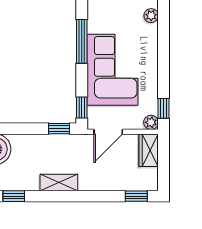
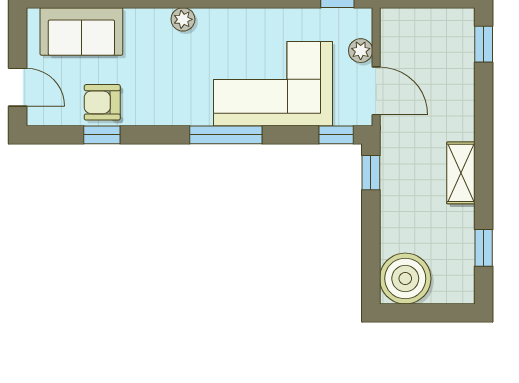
plant: (151, 122) -> (361, 51), moved
wardrobe: (149, 150) -> (407, 23), removed

